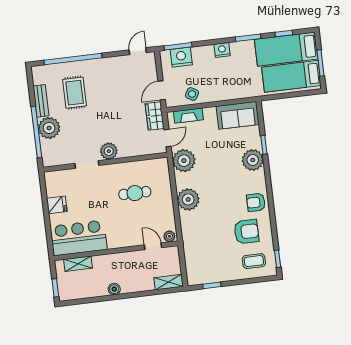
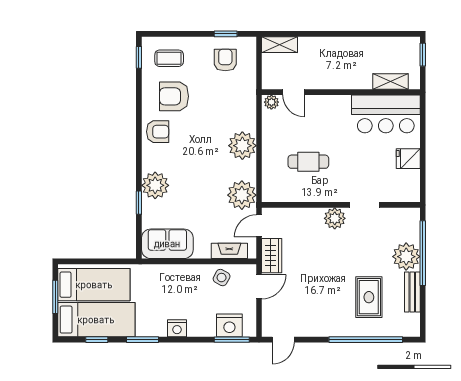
armchair: (210, 265) -> (225, 60), added
boiler: (114, 289) -> (349, 44), removed

